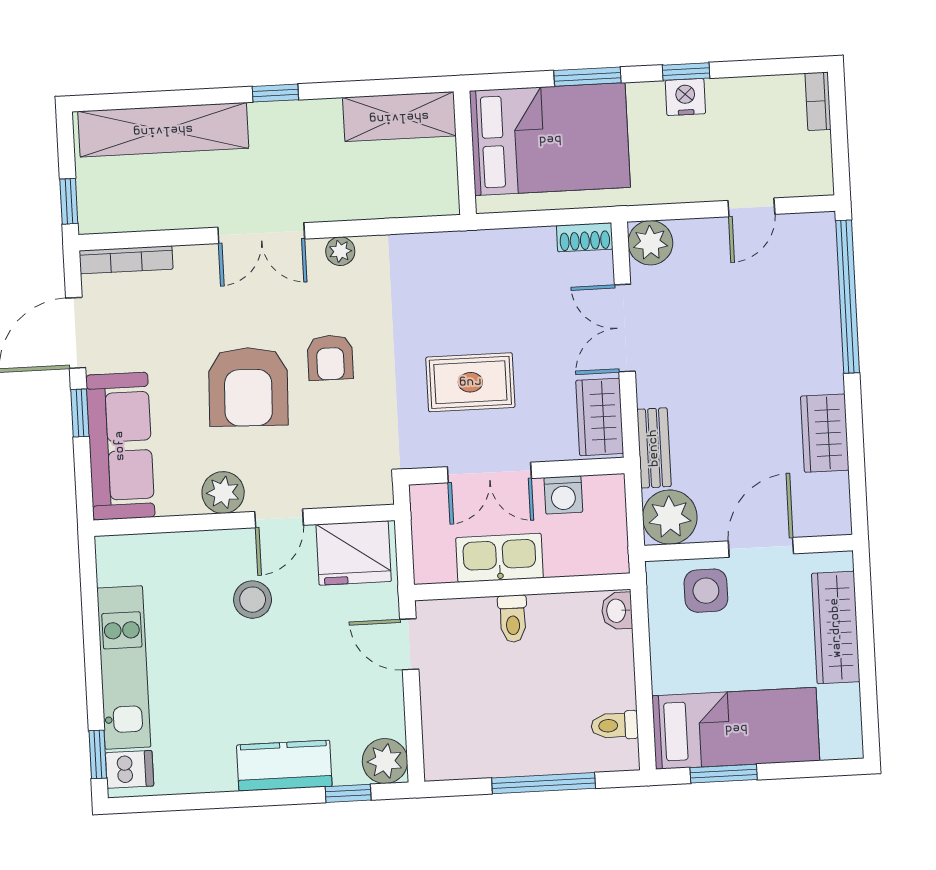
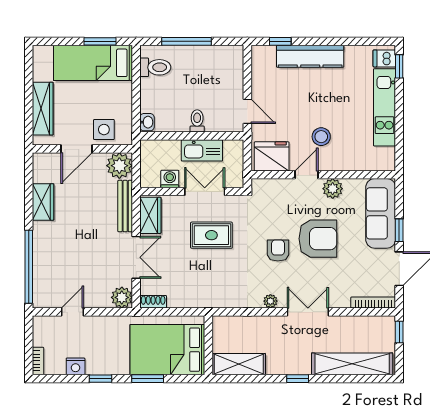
nightstand: (685, 97) -> (76, 366), moved
armchair: (248, 387) -> (318, 239), turned 88
bench: (654, 448) -> (125, 206), width x1.36
toilet: (615, 725) -> (155, 67), width x1.37, depth x1.39
plant: (385, 761) -> (262, 56), removed
kitchen counter: (284, 766) -> (310, 56), width x1.50

